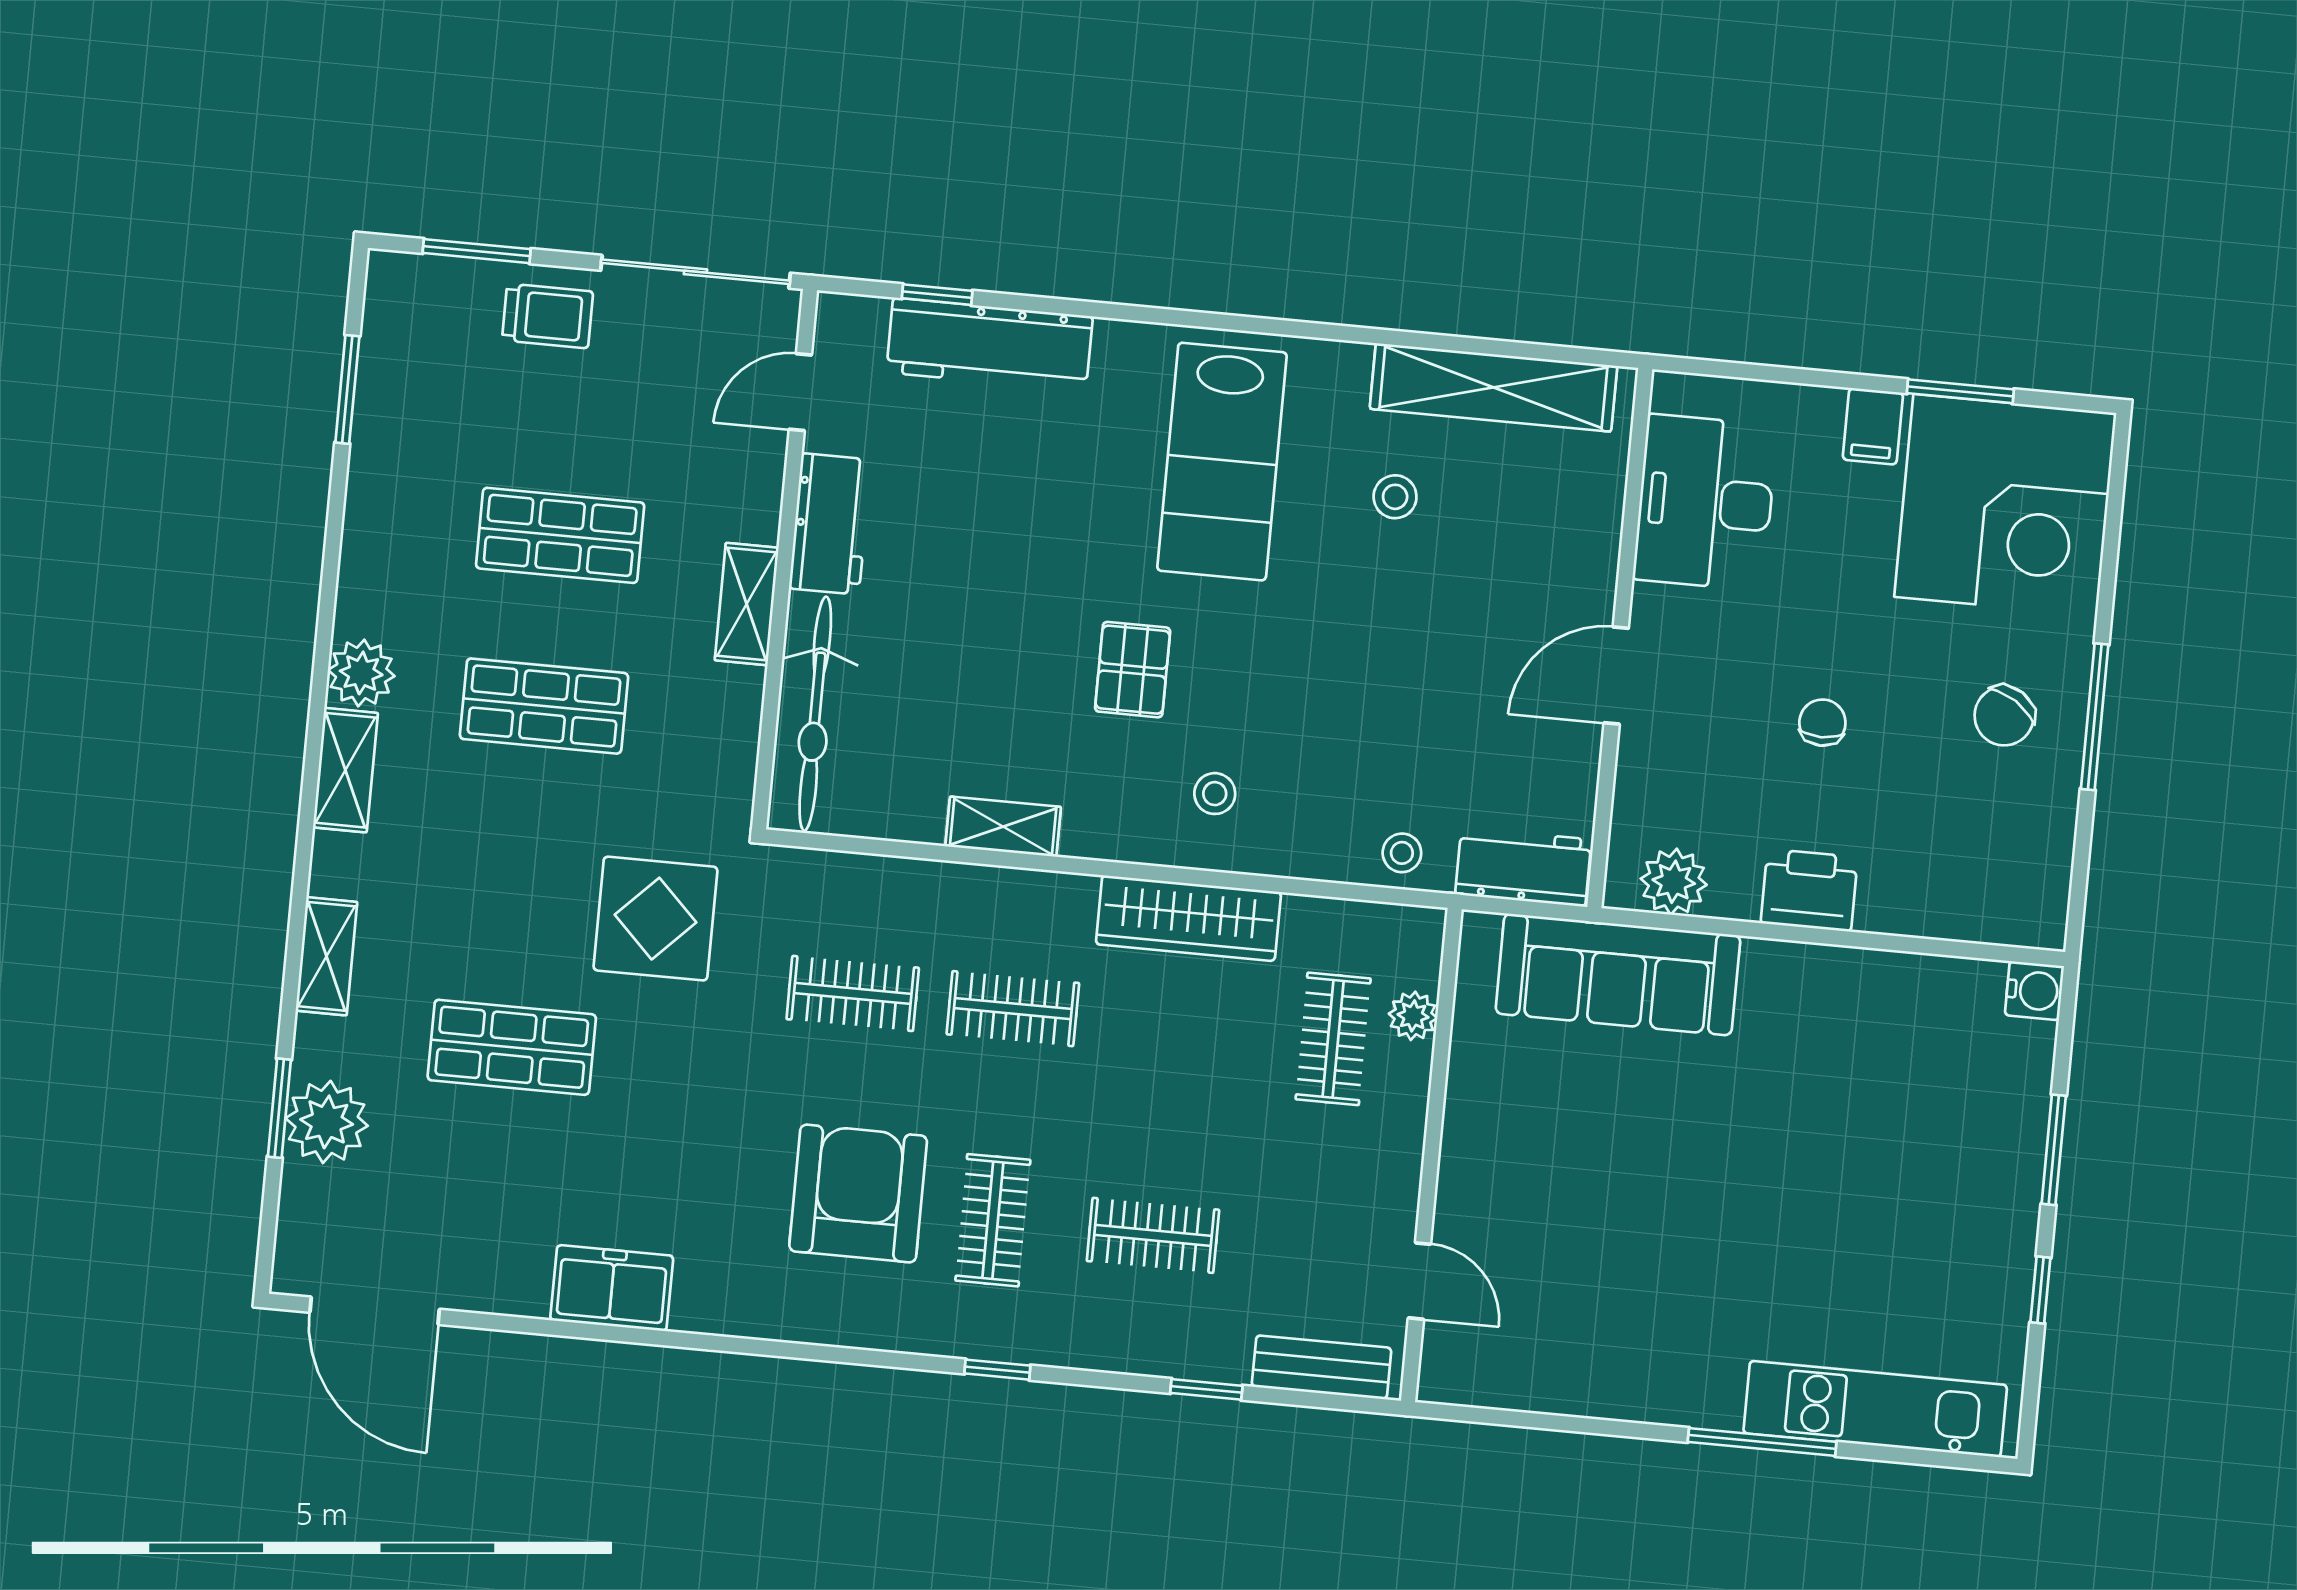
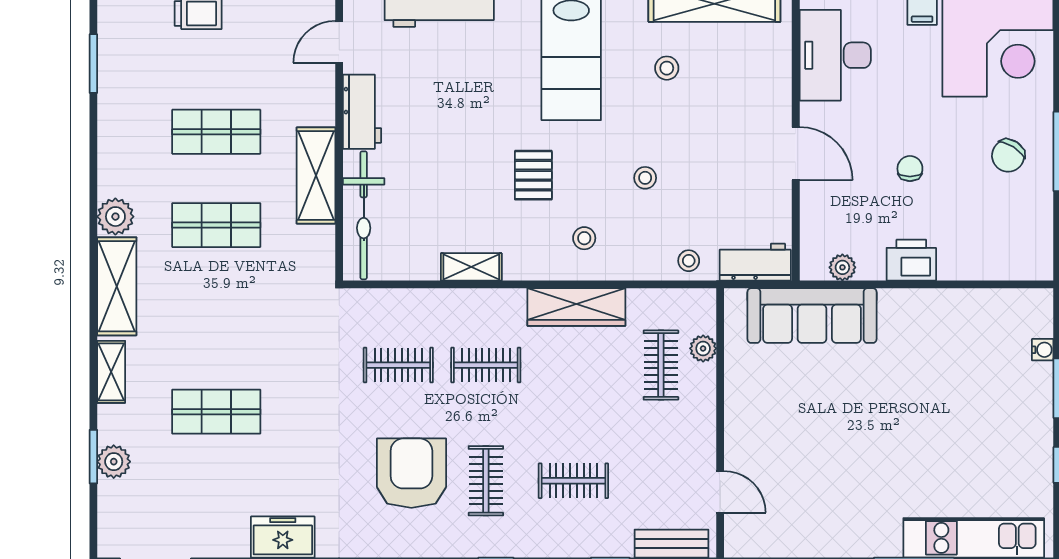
shelving: (747, 604) -> (316, 175), width x1.50, depth x1.33
door: (1616, 675) -> (796, 154), swing flipped
stool: (1337, 694) -> (645, 178), added
shelving: (345, 770) -> (117, 286), width x1.50, depth x1.33
plant: (1674, 882) -> (842, 267), width x0.73, depth x0.73
display table: (655, 919) -> (288, 335), removed
water cooler: (2034, 991) -> (1043, 350), moved, width x0.72, depth x0.72
plant: (327, 1122) -> (114, 462), width x0.73, depth x0.73

